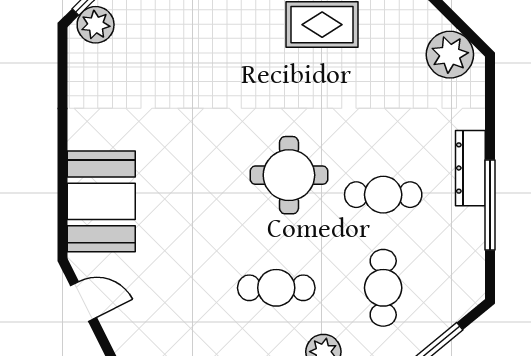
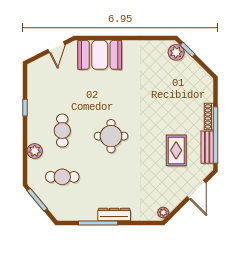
plant: (450, 55) -> (163, 212), width x0.53, depth x0.53
cafe table: (383, 195) -> (103, 177), removed

